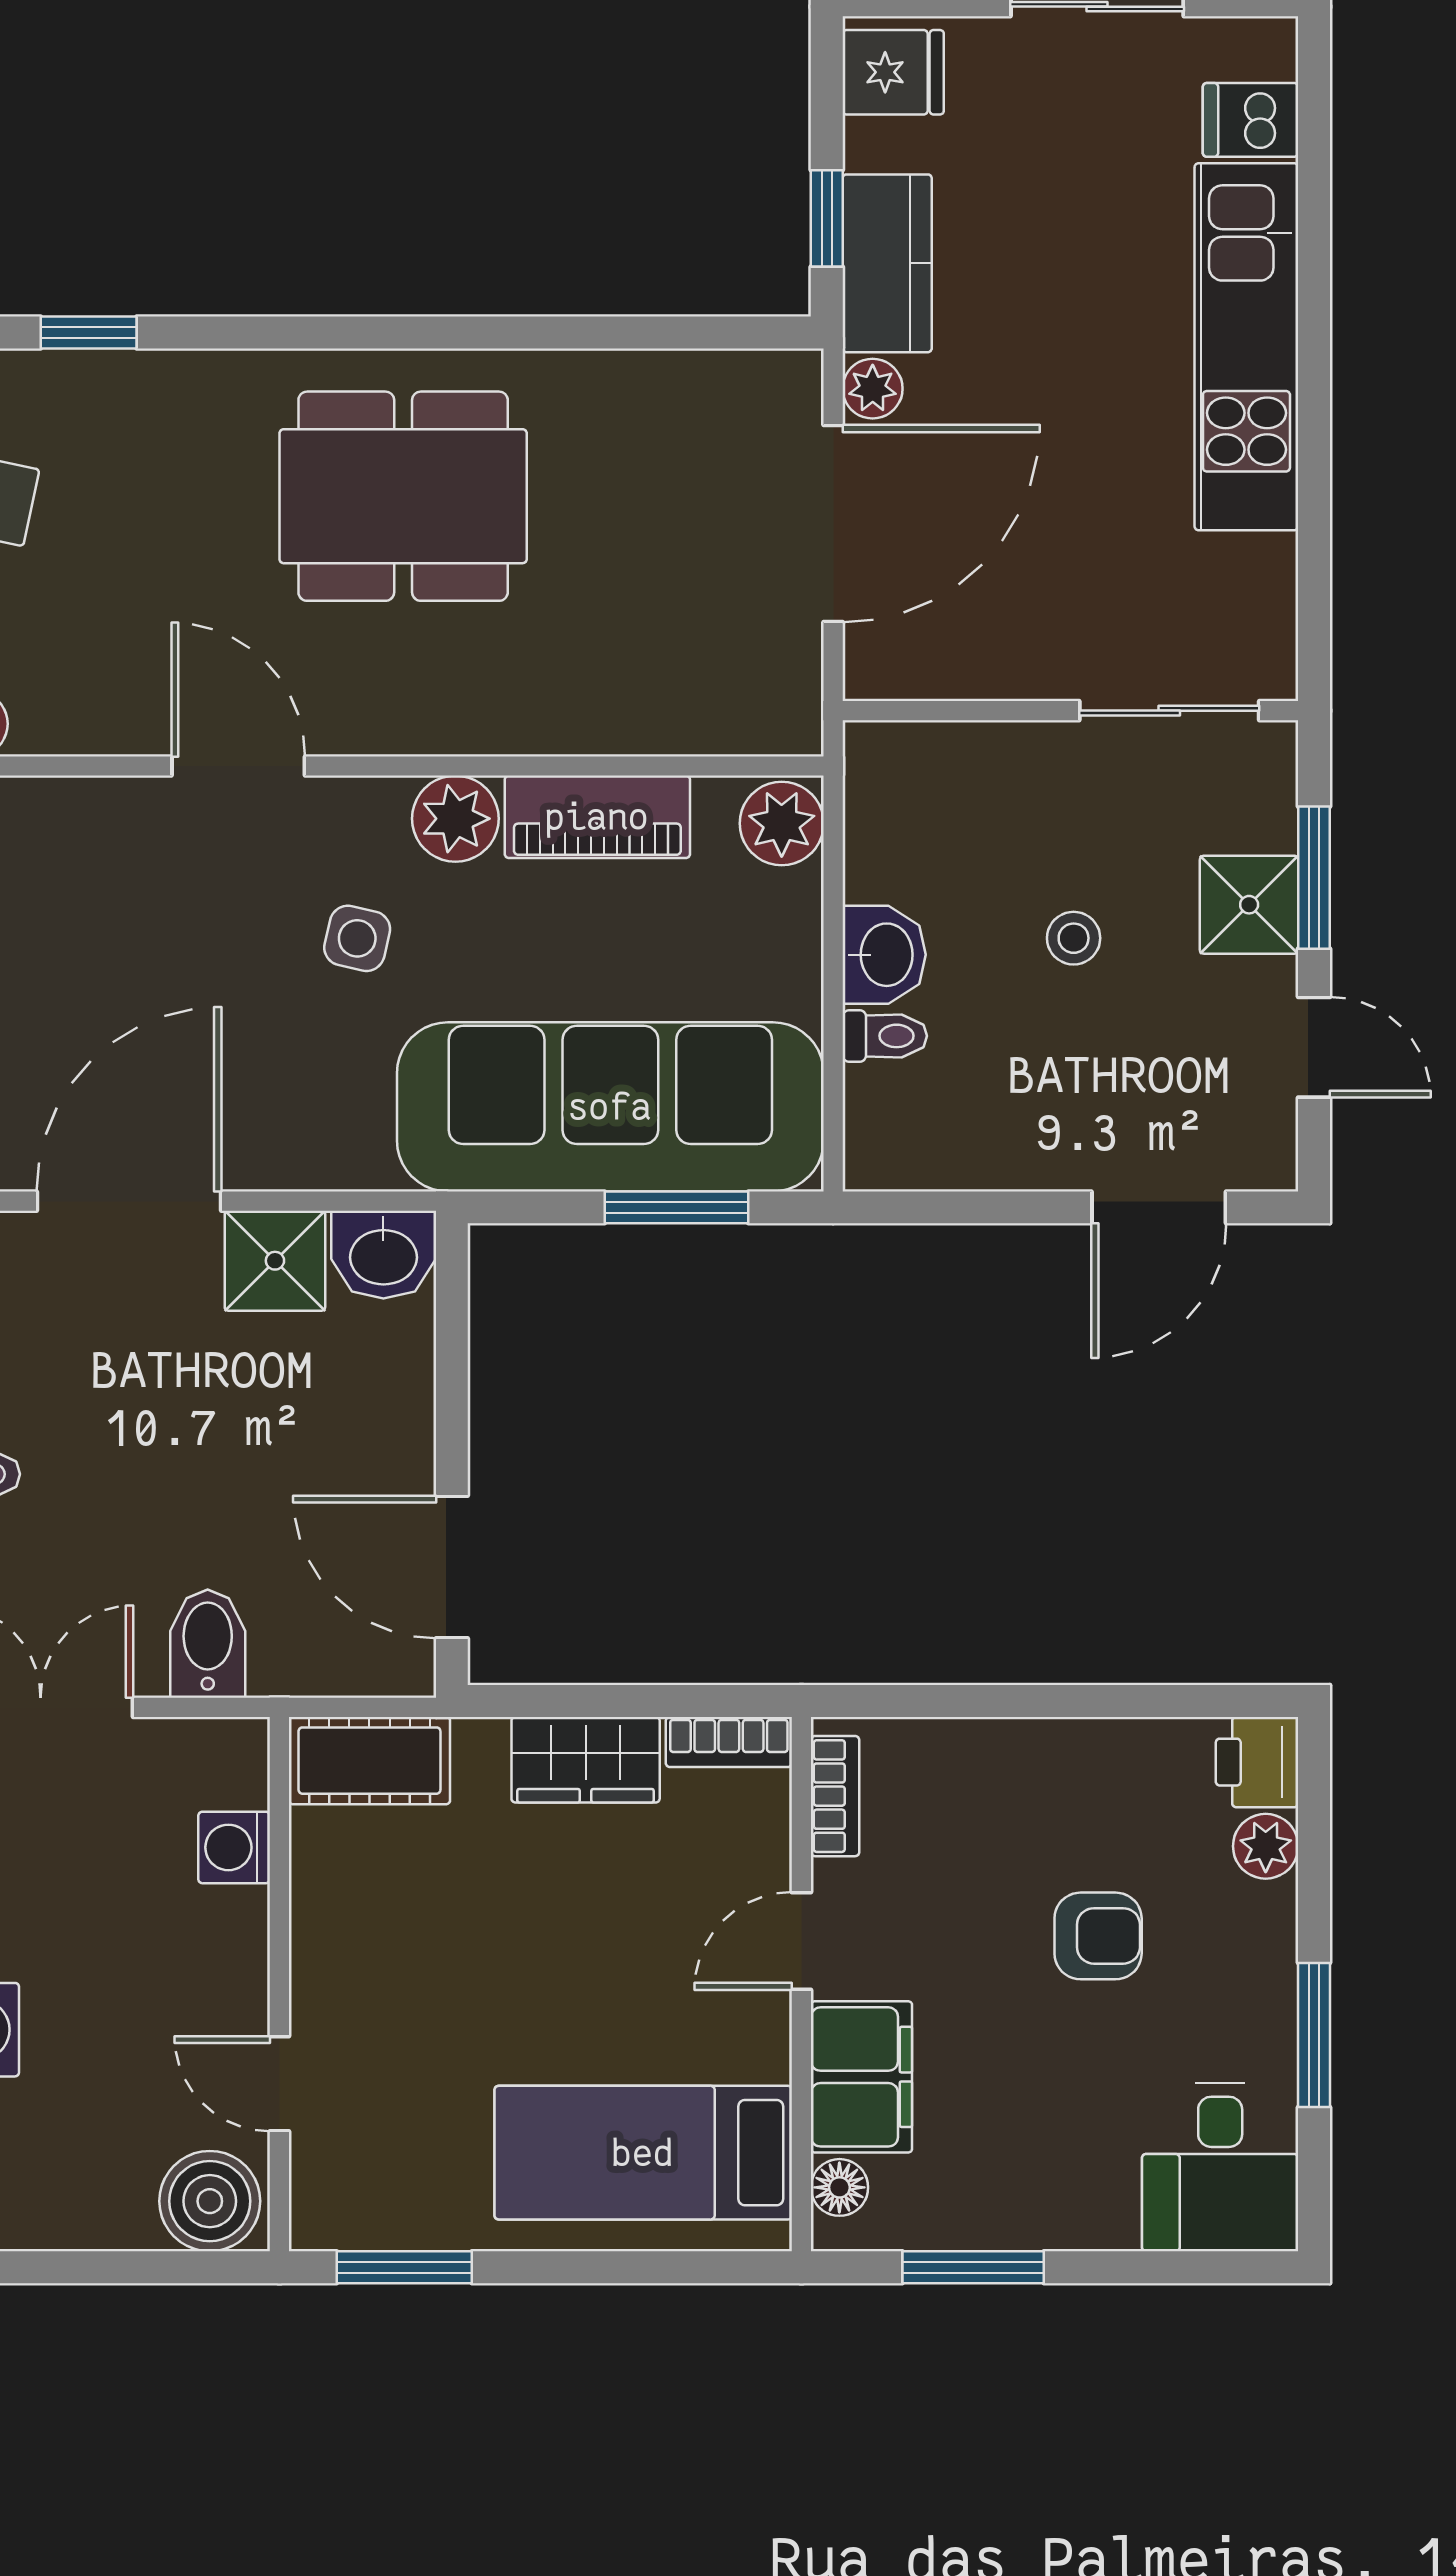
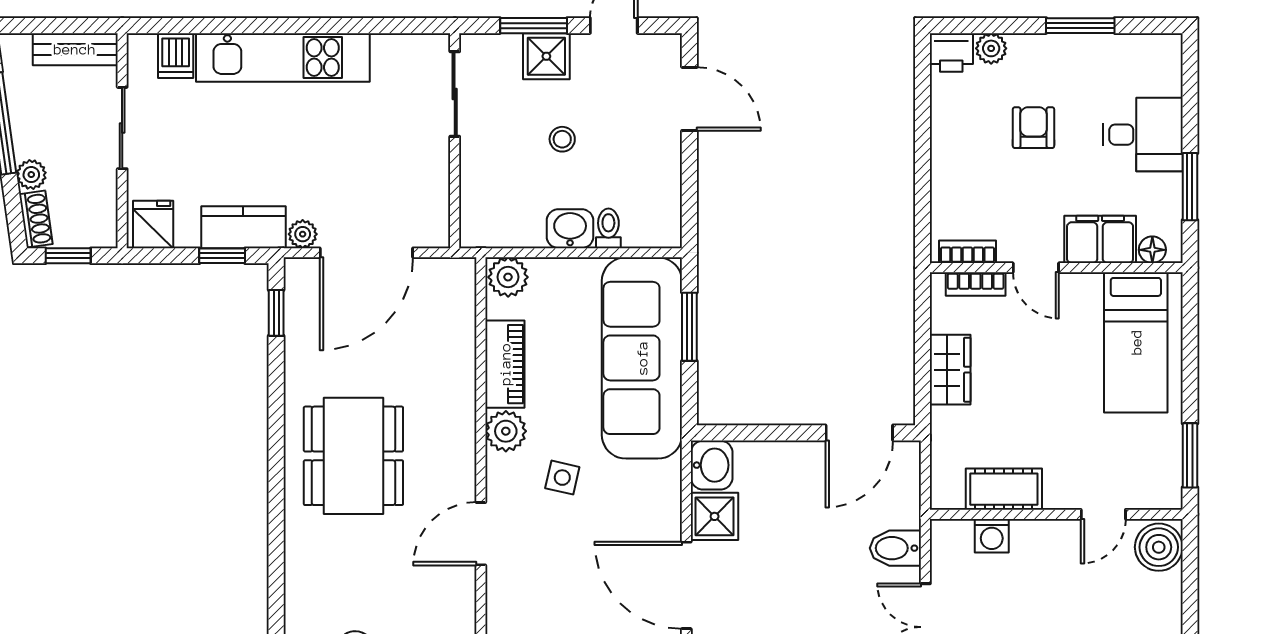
window: (89, 333) -> (276, 313), moved
door: (833, 524) -> (366, 253), swing flipped
bookcase: (729, 1742) -> (976, 284), moved, turned 90
cot: (369, 1761) -> (1004, 489), moved, turned 90
desk: (1220, 2167) -> (1143, 135), moved

